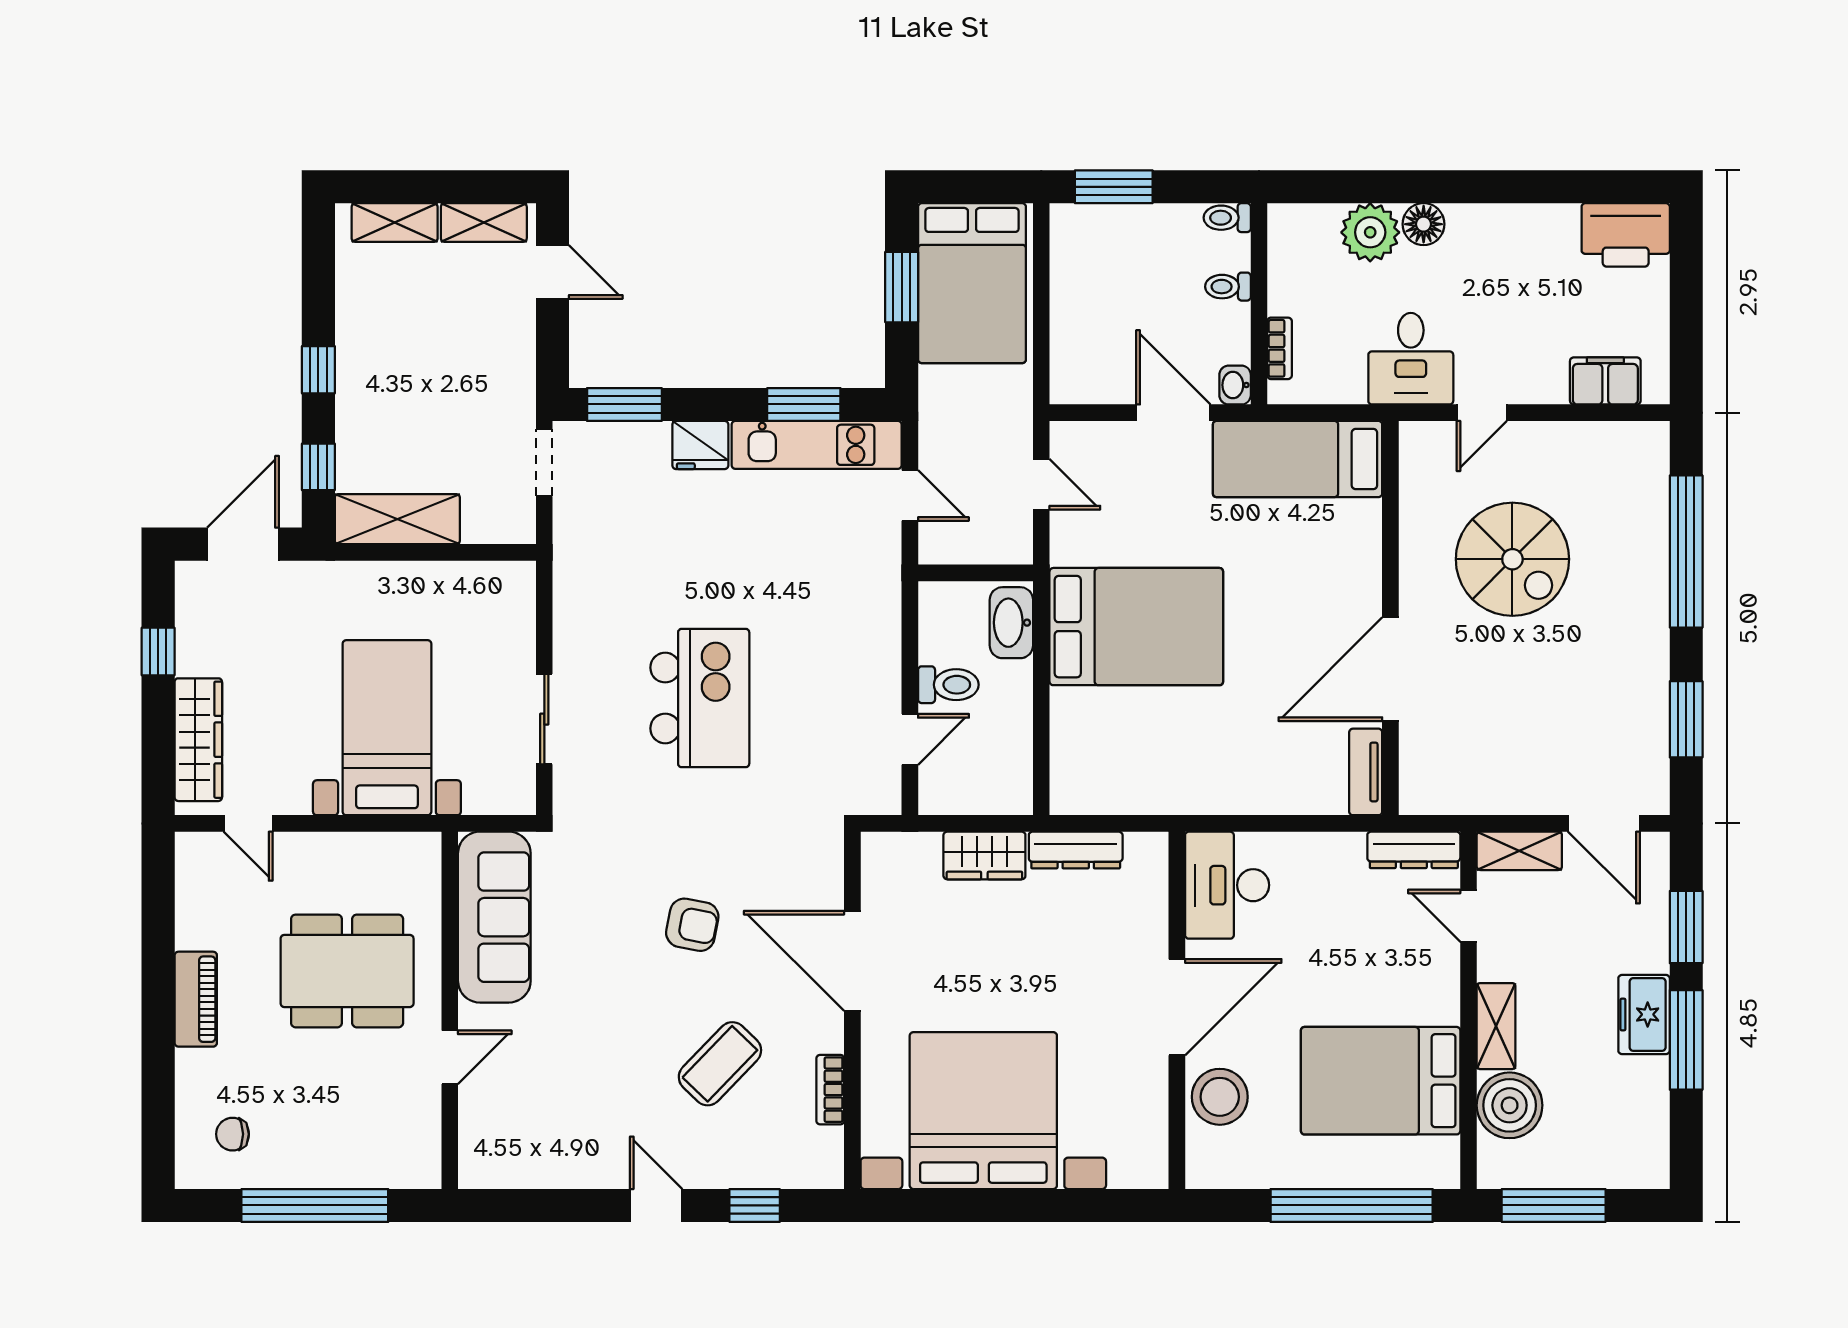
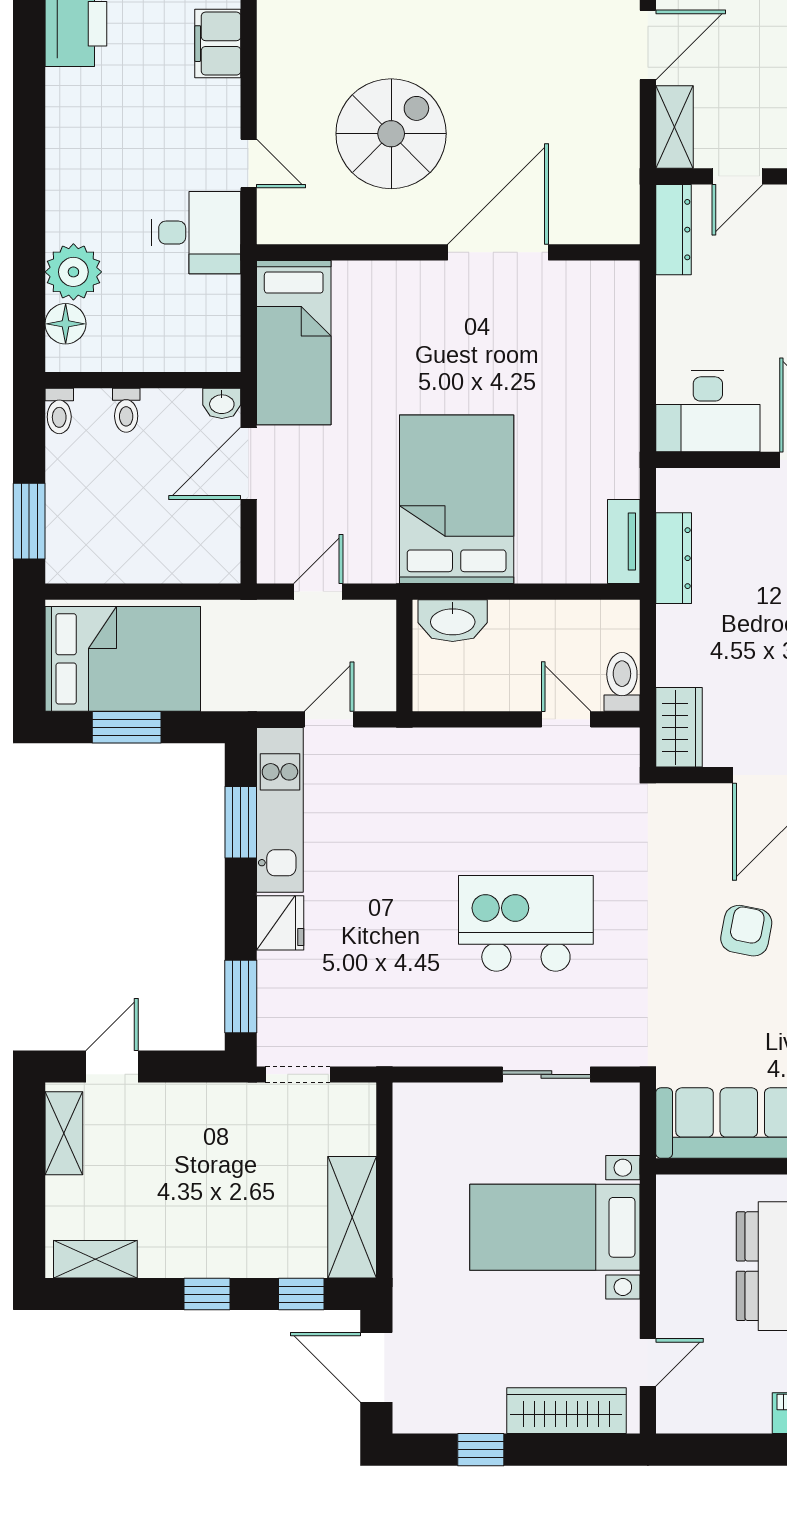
shelving: (395, 223) -> (95, 1259), moved, turned 90
floor lamp: (1424, 224) -> (66, 324), moved
bookcase: (1280, 348) -> (186, 360), removed
door: (1390, 669) -> (498, 252), swing flipped
toilet: (948, 685) -> (622, 682), moved
tv unit: (1366, 772) -> (624, 542), moved, turned 90
wardrobe: (984, 855) -> (679, 727), moved

